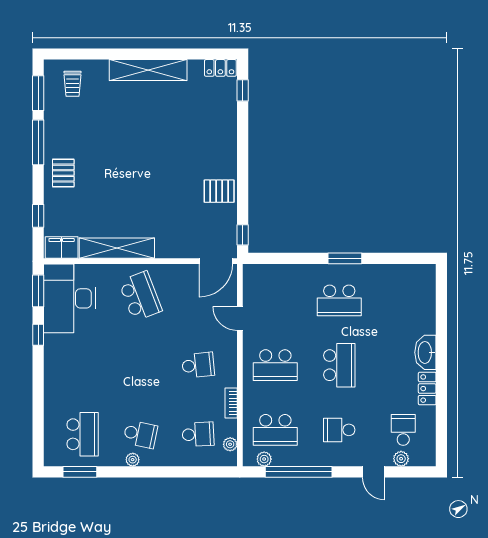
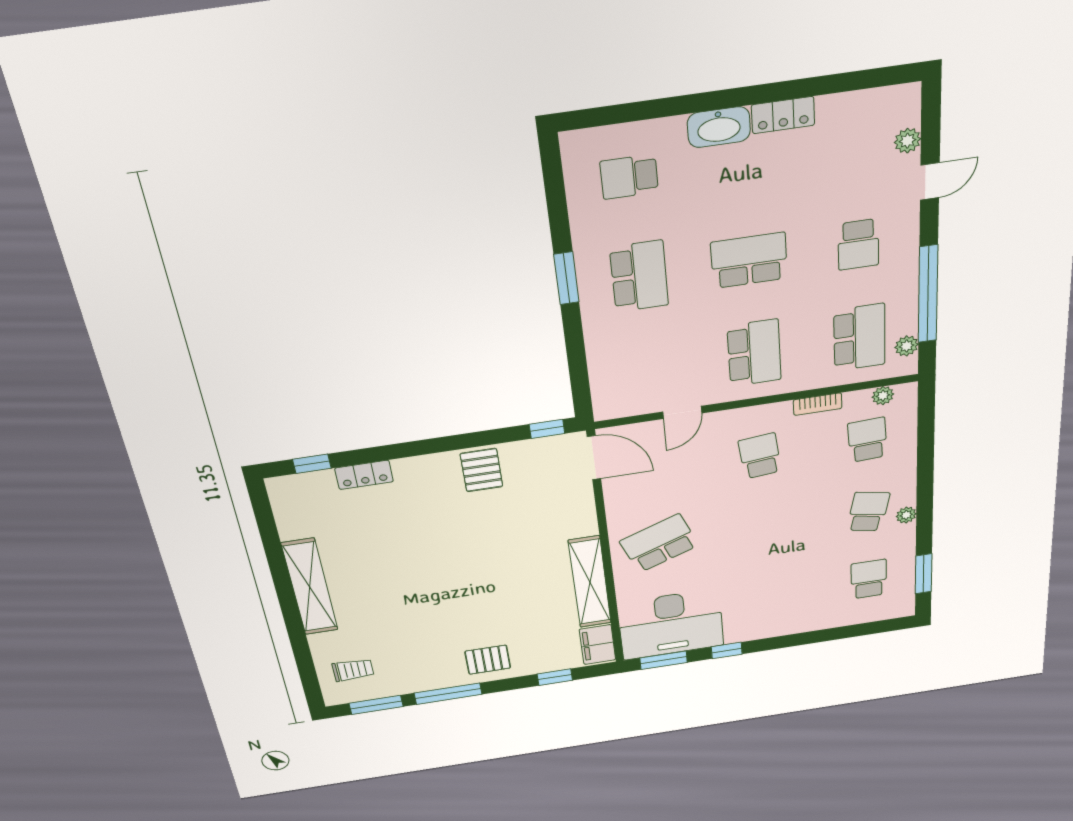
locker: (220, 68) -> (364, 475), moved, turned 90
school desk: (403, 430) -> (629, 177), moved
school desk: (83, 434) -> (869, 579), width x0.54

